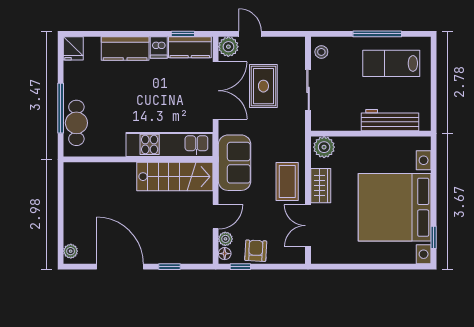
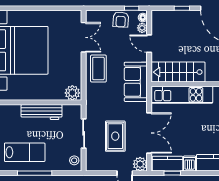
double door: (216, 91) -> (149, 133), swing flipped
workbench: (390, 120) -> (42, 112), moved
wardrobe: (321, 186) -> (75, 66), removed
door: (216, 217) -> (149, 44), hinge flipped

